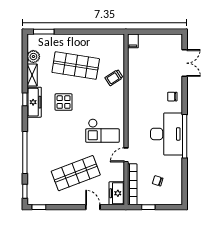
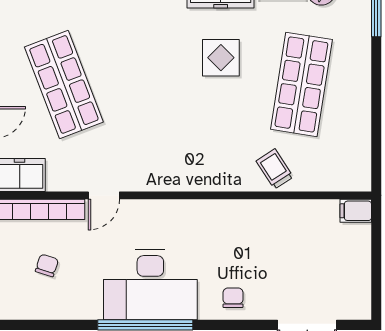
checkout: (102, 131) -> (158, 144), removed
door: (126, 155) -> (104, 195), swing flipped

